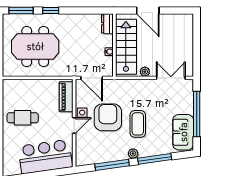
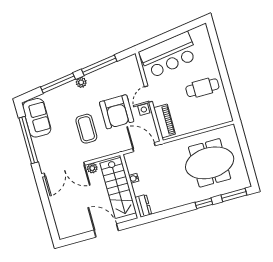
double door: (171, 78) -> (64, 169), width x1.37
coffee table: (138, 124) -> (86, 129), moved

